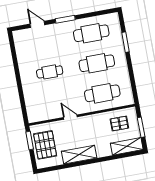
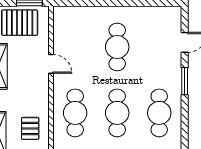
cafe table: (50, 72) -> (117, 47), width x1.37, depth x1.35
door: (70, 117) -> (51, 64), hinge flipped

